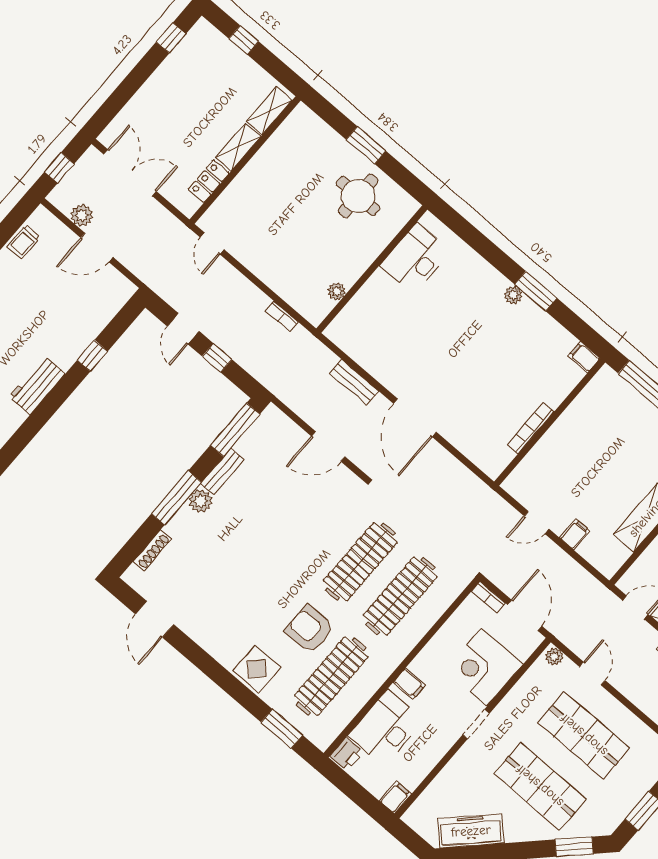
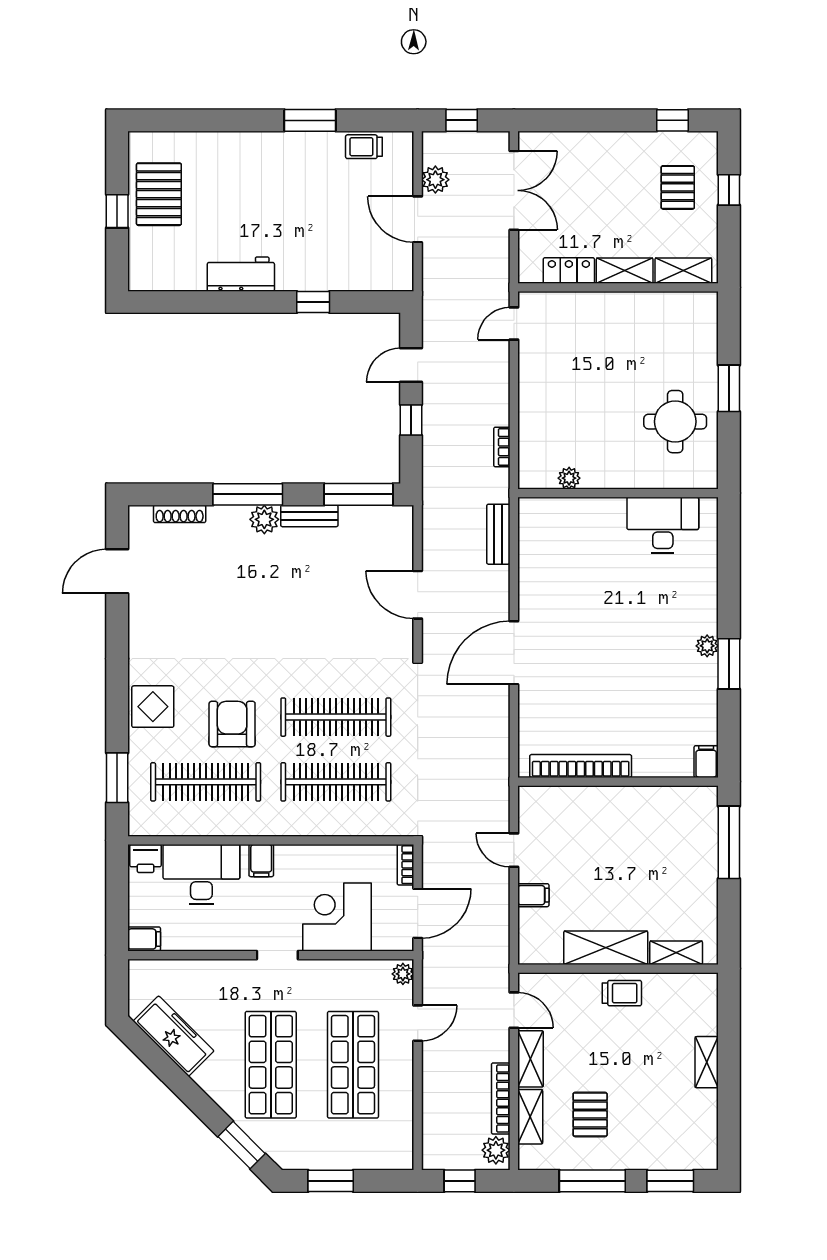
pallet: (215, 70) -> (678, 187), added
bench: (354, 382) -> (498, 534), moved
bookcase: (531, 428) -> (581, 766), width x1.48, depth x1.31

